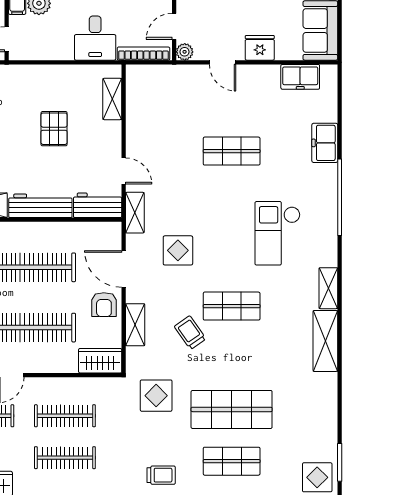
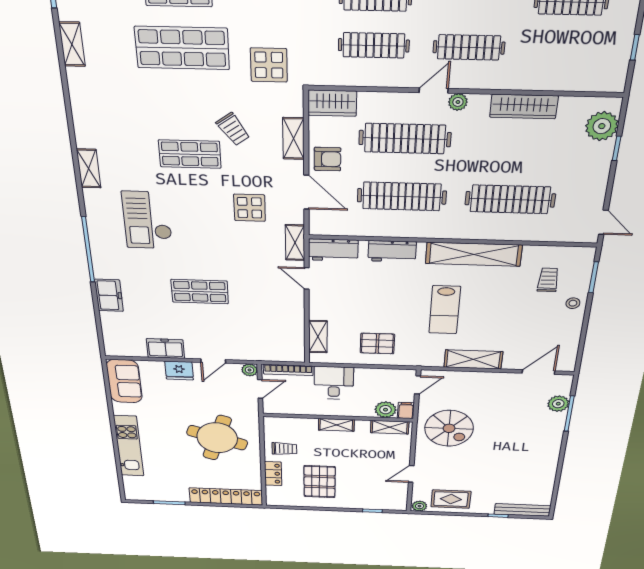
door: (223, 62) -> (213, 361), swing flipped
freezer: (300, 77) -> (165, 349), moved
pallet: (54, 129) -> (377, 344), moved, turned 90
workbench: (40, 206) -> (392, 251), width x0.73
checkout: (278, 233) -> (147, 220), turned 180
armchair: (104, 305) -> (327, 159), turned 90
shelving: (325, 341) -> (72, 44), moved, width x0.67, depth x0.75

